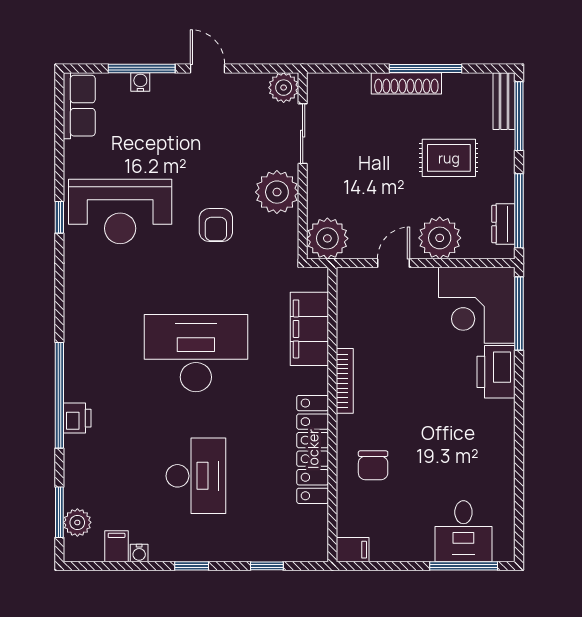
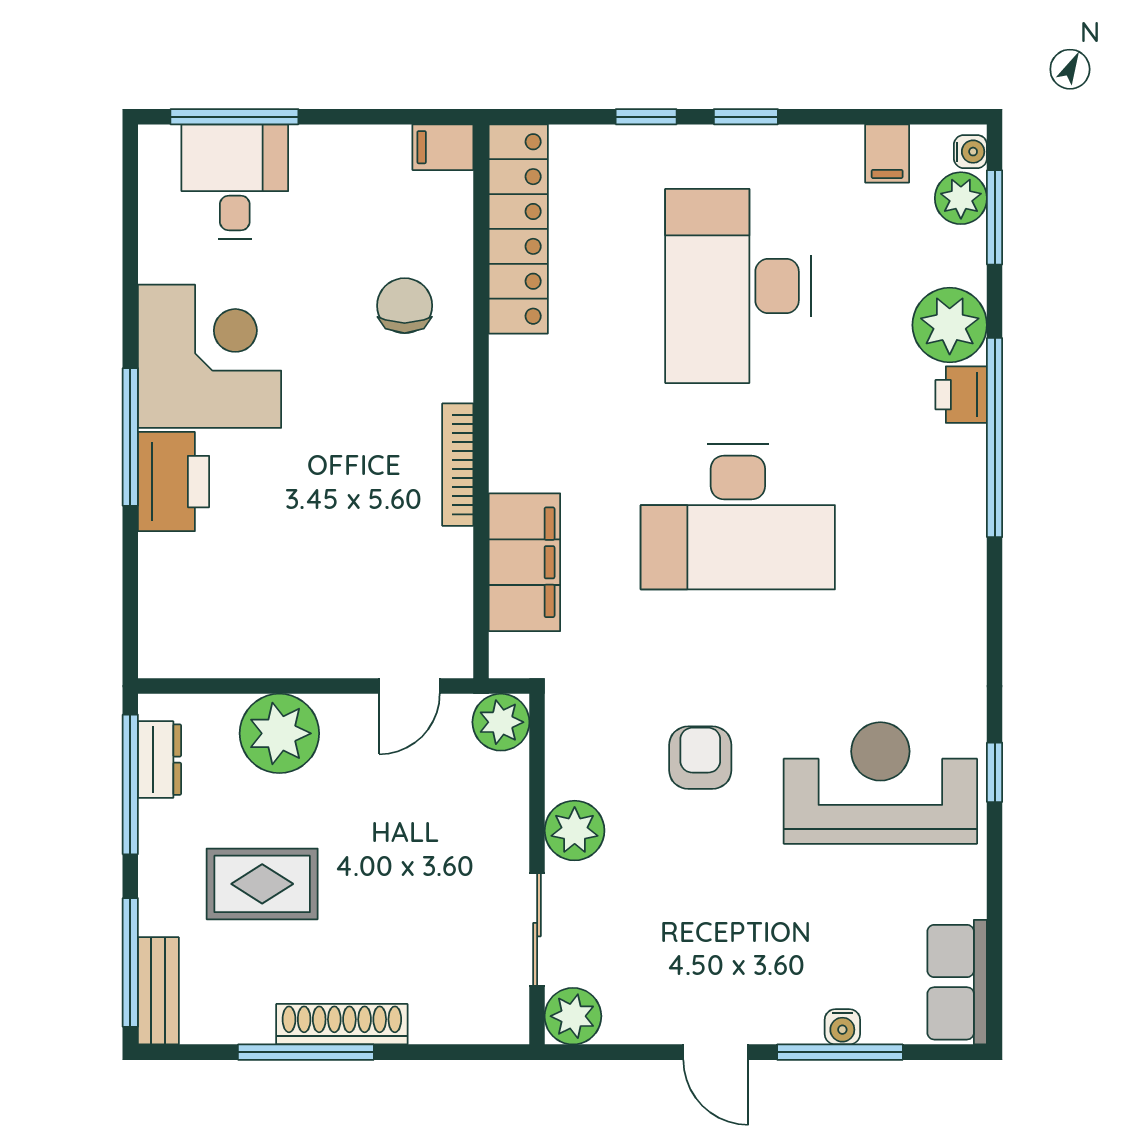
plant: (277, 192) -> (575, 831), width x0.73, depth x0.73
plant: (327, 238) -> (501, 722), width x0.73, depth x0.73
door: (394, 263) -> (409, 686), moved
corner desk: (477, 305) -> (210, 356), moved
window: (519, 313) -> (130, 437), moved
locker: (313, 449) -> (518, 229), moved
plant: (83, 455) -> (950, 325), added
desk: (196, 476) -> (738, 286), width x1.36, depth x1.30
water cooler: (139, 553) -> (970, 152), moved, turned 90
window: (267, 566) -> (646, 117), moved

